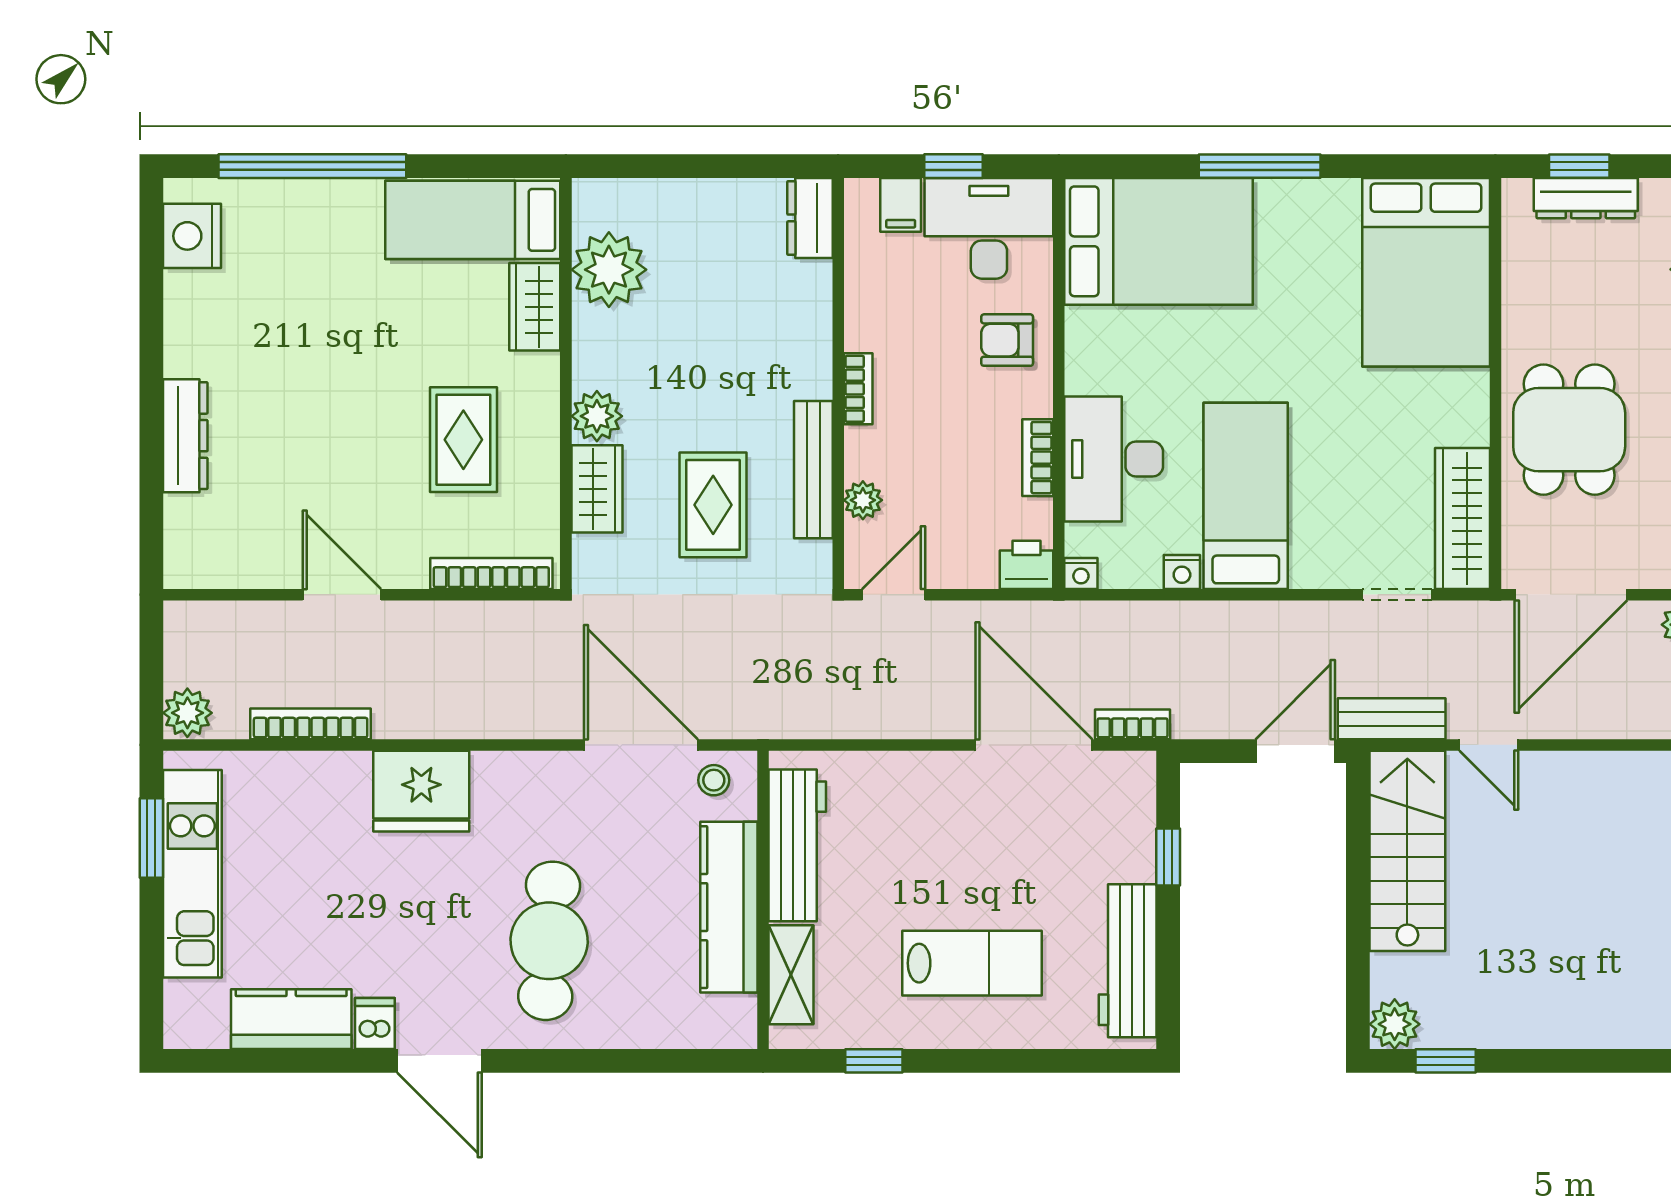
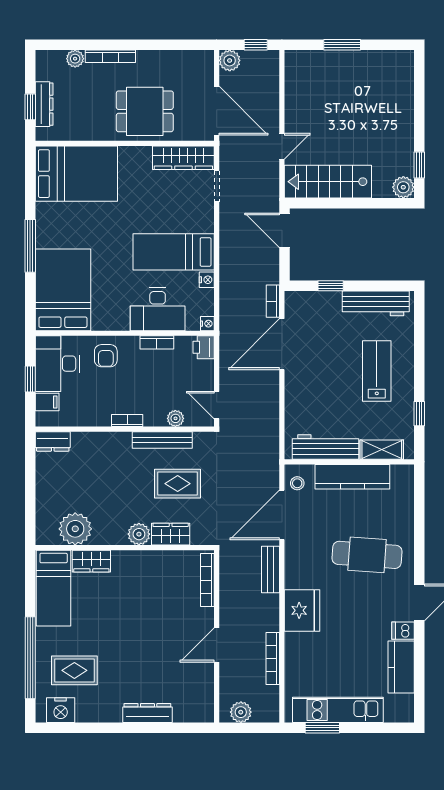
rug: (463, 440) -> (74, 670), moved
plant: (187, 713) -> (241, 712), moved
bench: (1392, 719) -> (271, 570), moved

